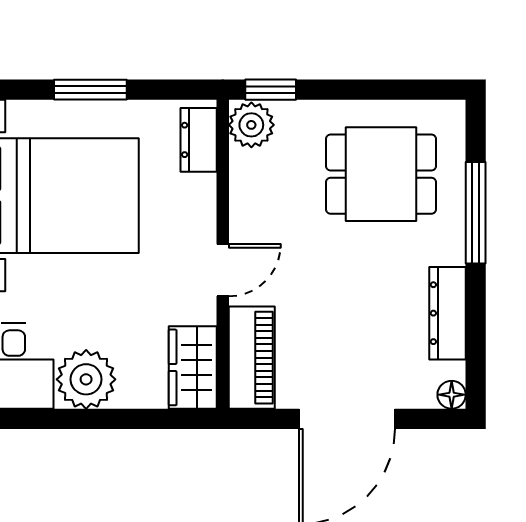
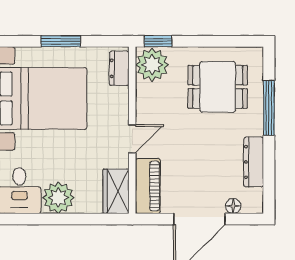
plant: (251, 125) -> (152, 65), width x1.36, depth x1.36
floor lamp: (452, 395) -> (233, 206), moved

